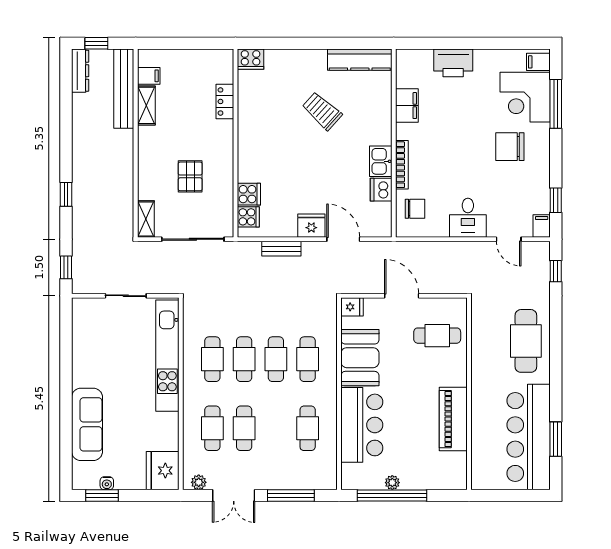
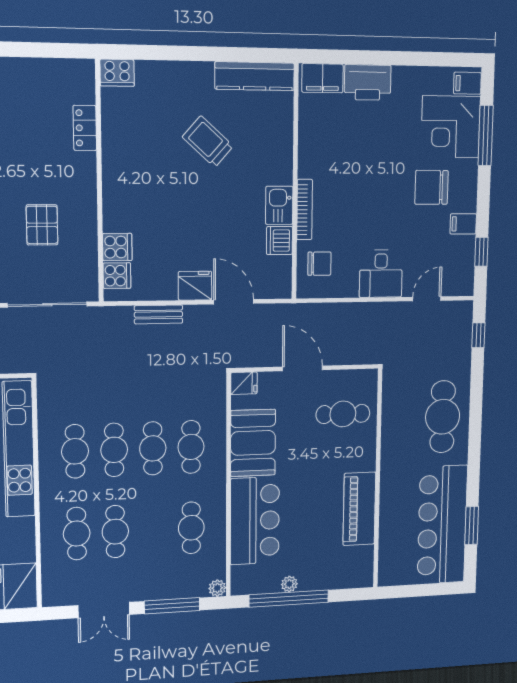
filing cabinet: (407, 106) -> (322, 78), moved, turned 90
filing cabinet: (542, 226) -> (463, 224), moved, turned -90
door: (509, 239) -> (427, 299), swing flipped
plant: (199, 482) -> (217, 588), moved

